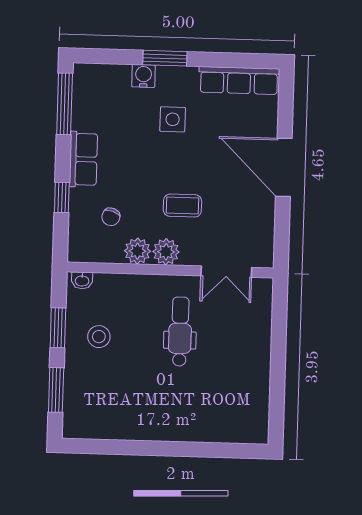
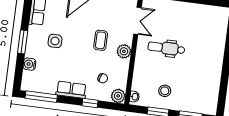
water cooler: (144, 76) -> (29, 64), moved
plant: (137, 251) -> (118, 96), moved

